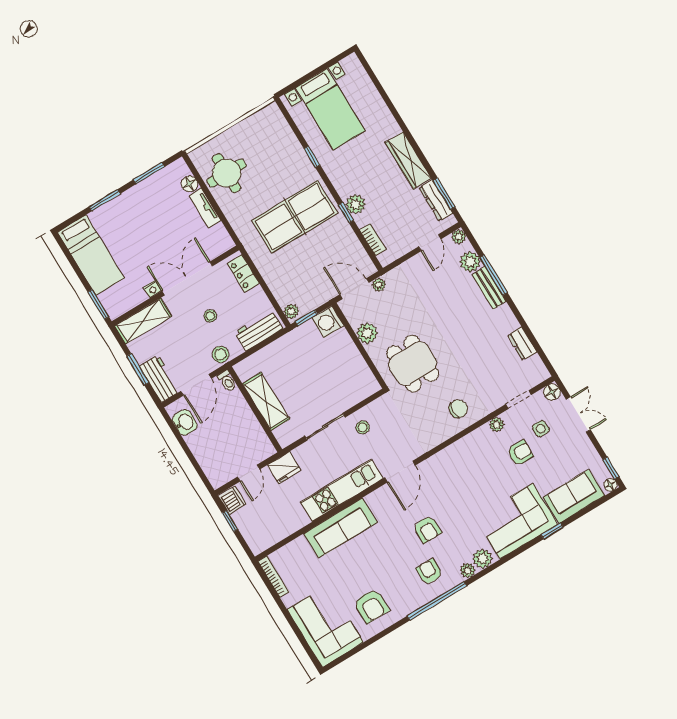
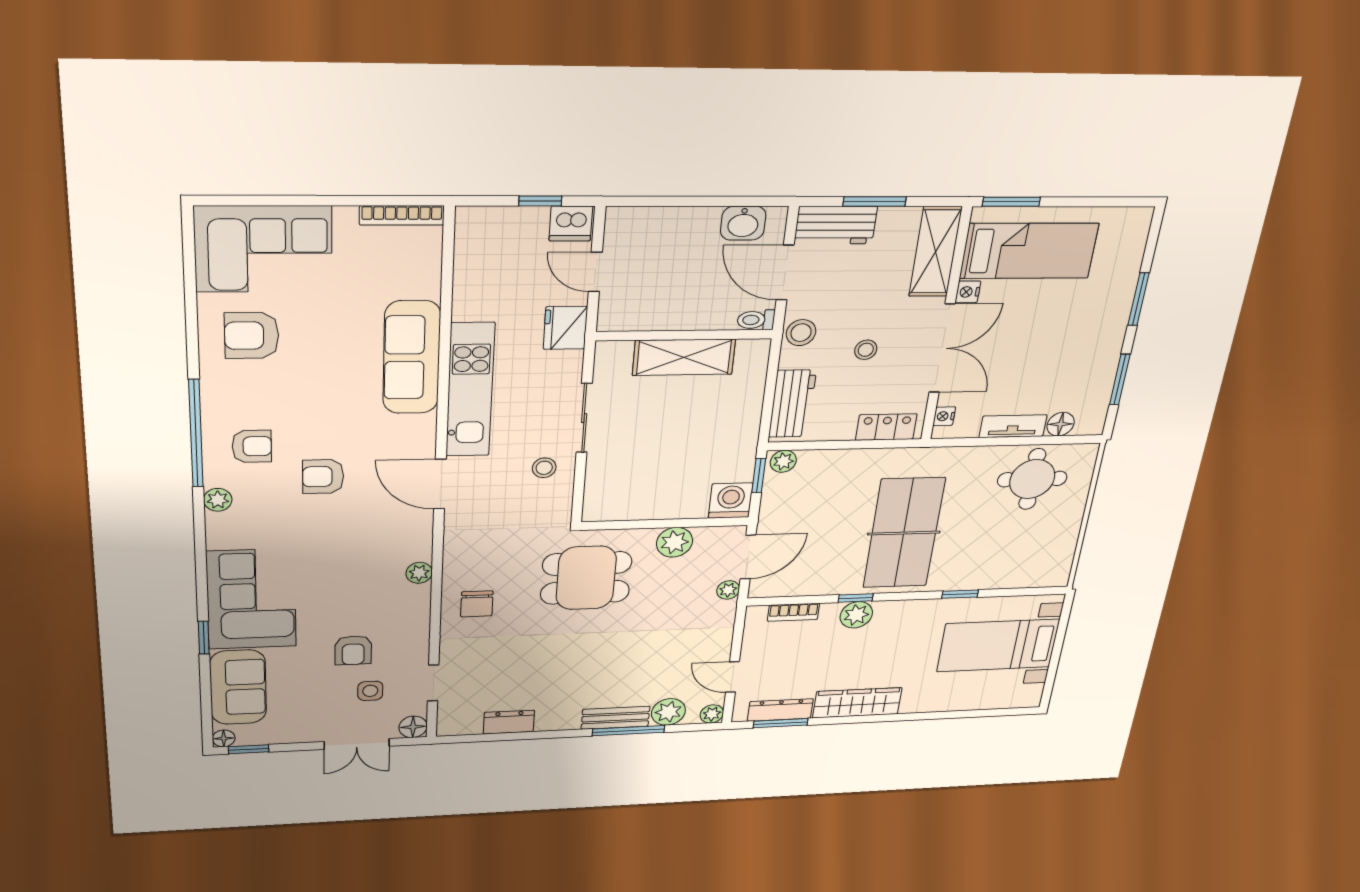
nightstand: (221, 248) -> (944, 416), added
bed: (91, 255) -> (1029, 251), moved, turned 180
plant: (497, 425) -> (419, 573), moved
plant: (482, 559) -> (223, 528), removed

